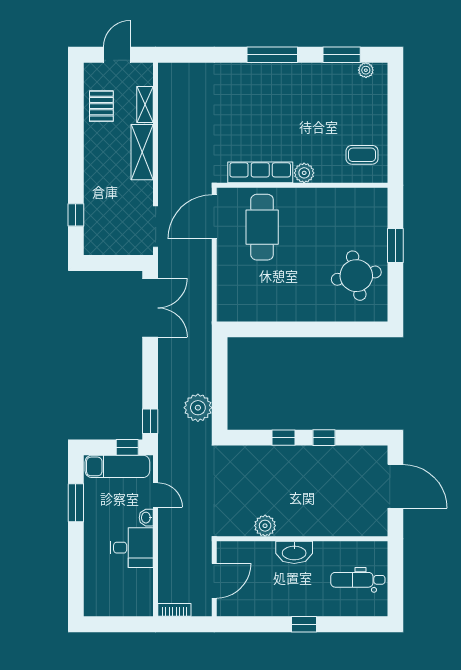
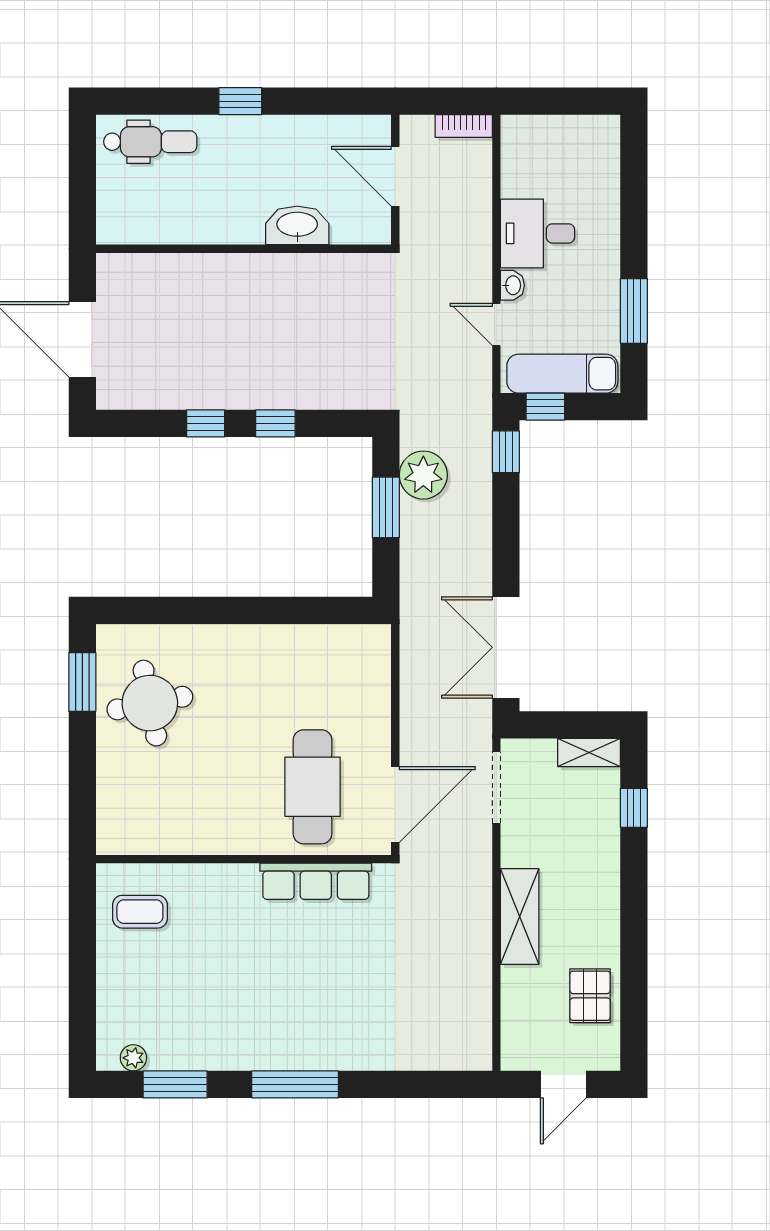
shelving: (145, 105) -> (589, 753), moved, turned 90
plant: (304, 173) -> (240, 880), removed
window: (395, 245) -> (82, 682), moved
window: (220, 389) -> (386, 507), added
plant: (265, 526) -> (307, 271), removed
washbasin: (294, 552) -> (297, 225), moved
dental chair: (358, 580) -> (150, 142), moved
door: (214, 581) -> (395, 176), hinge flipped

